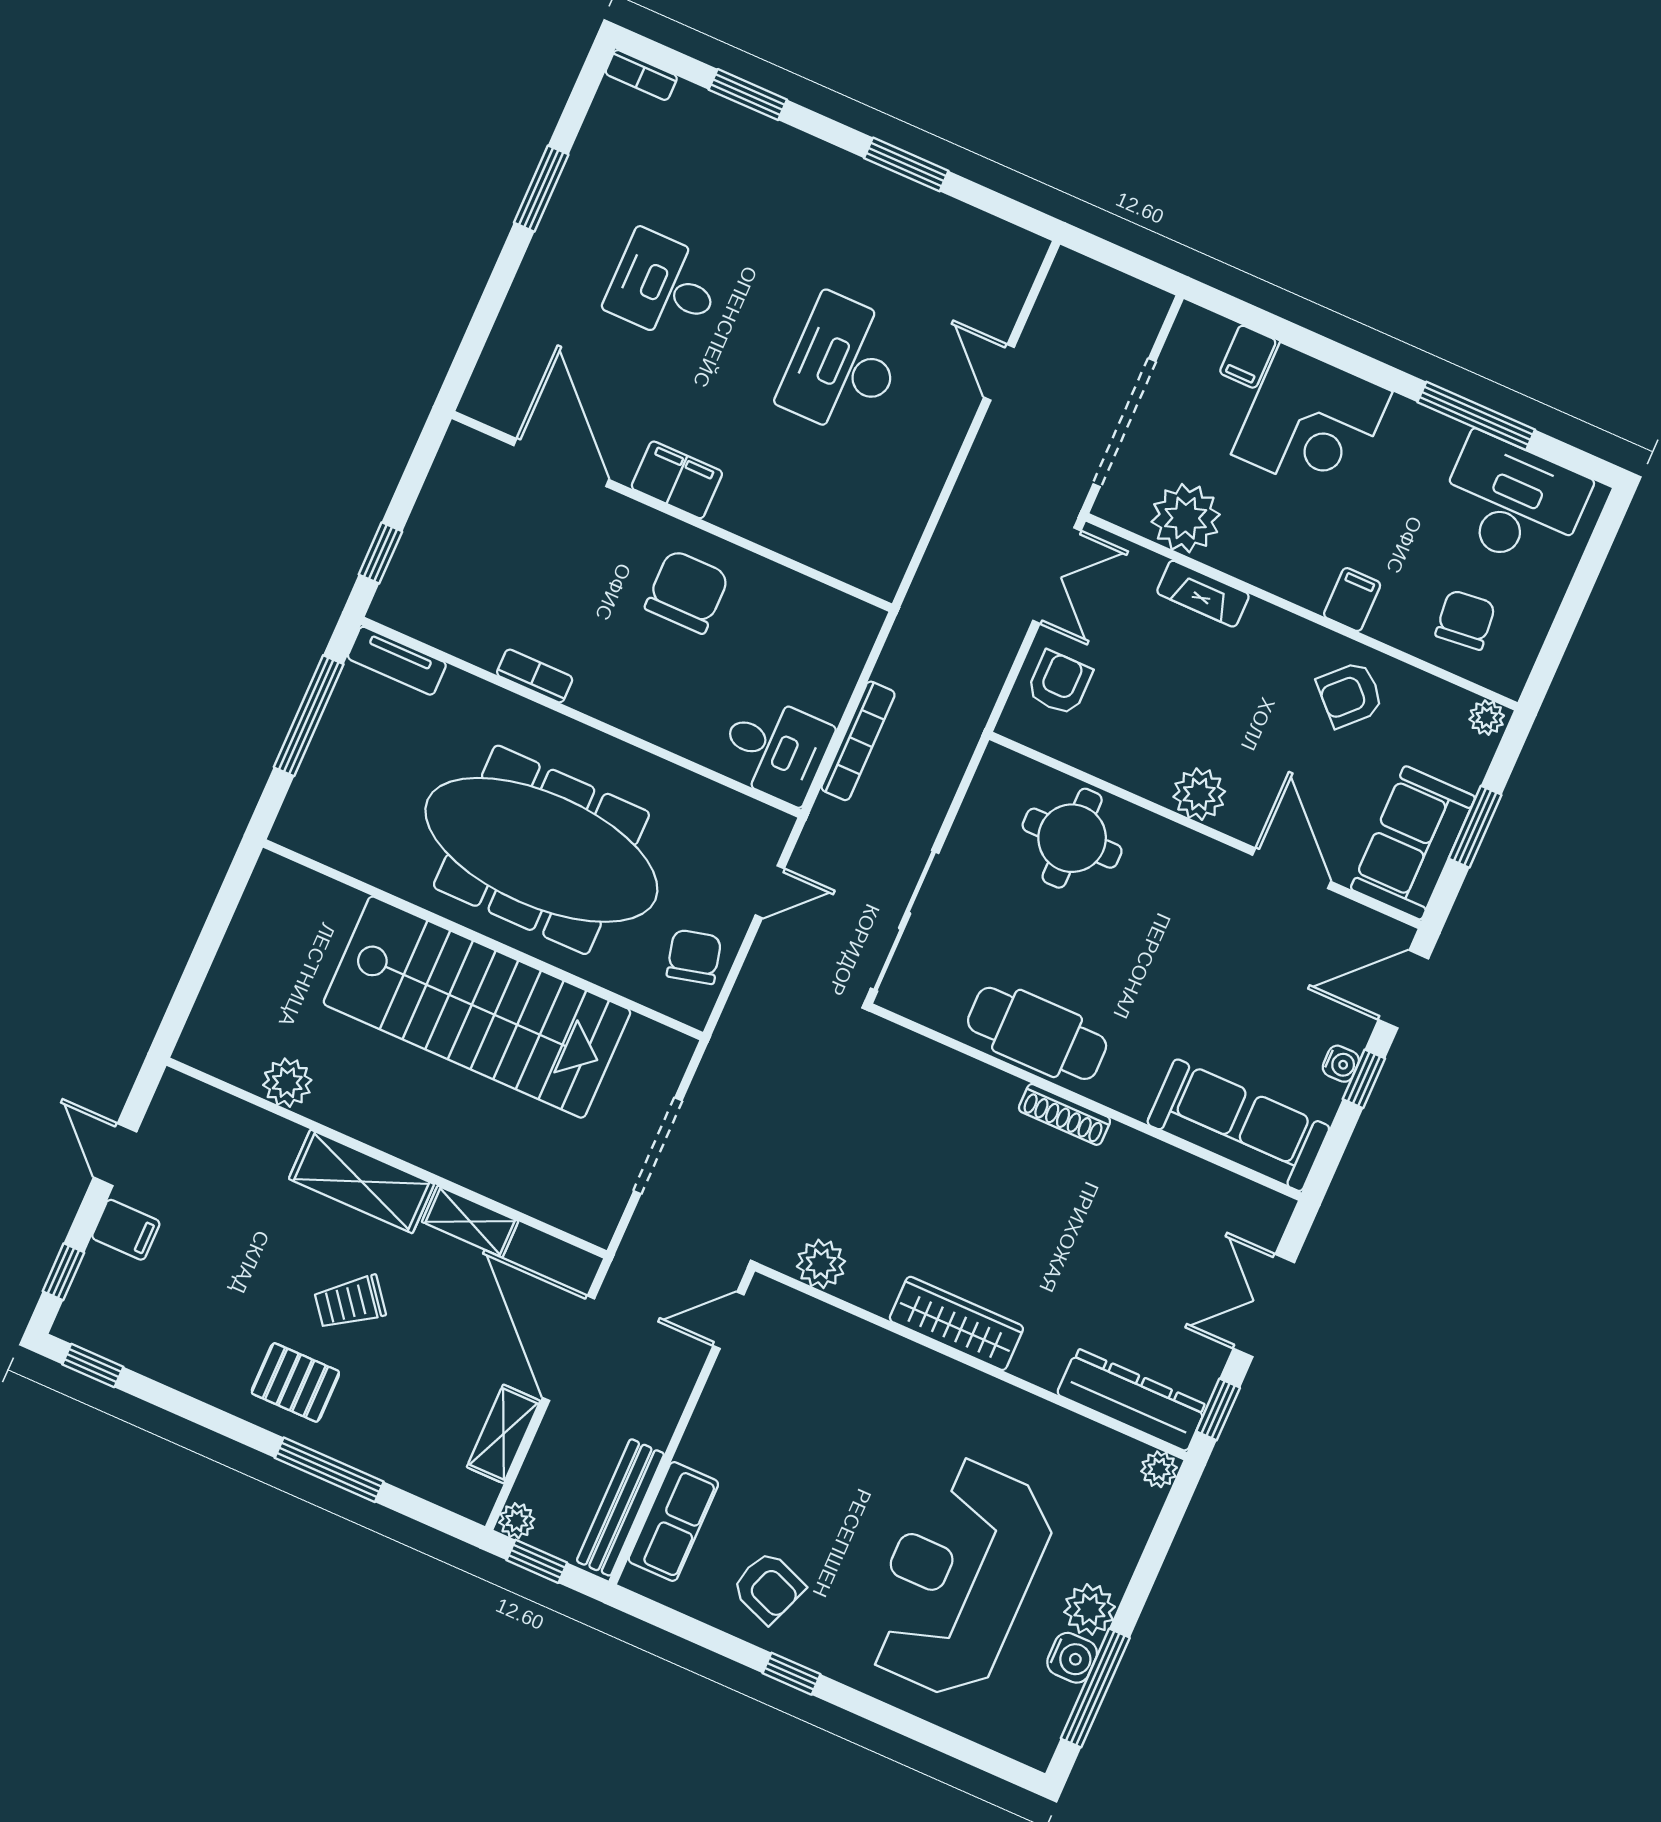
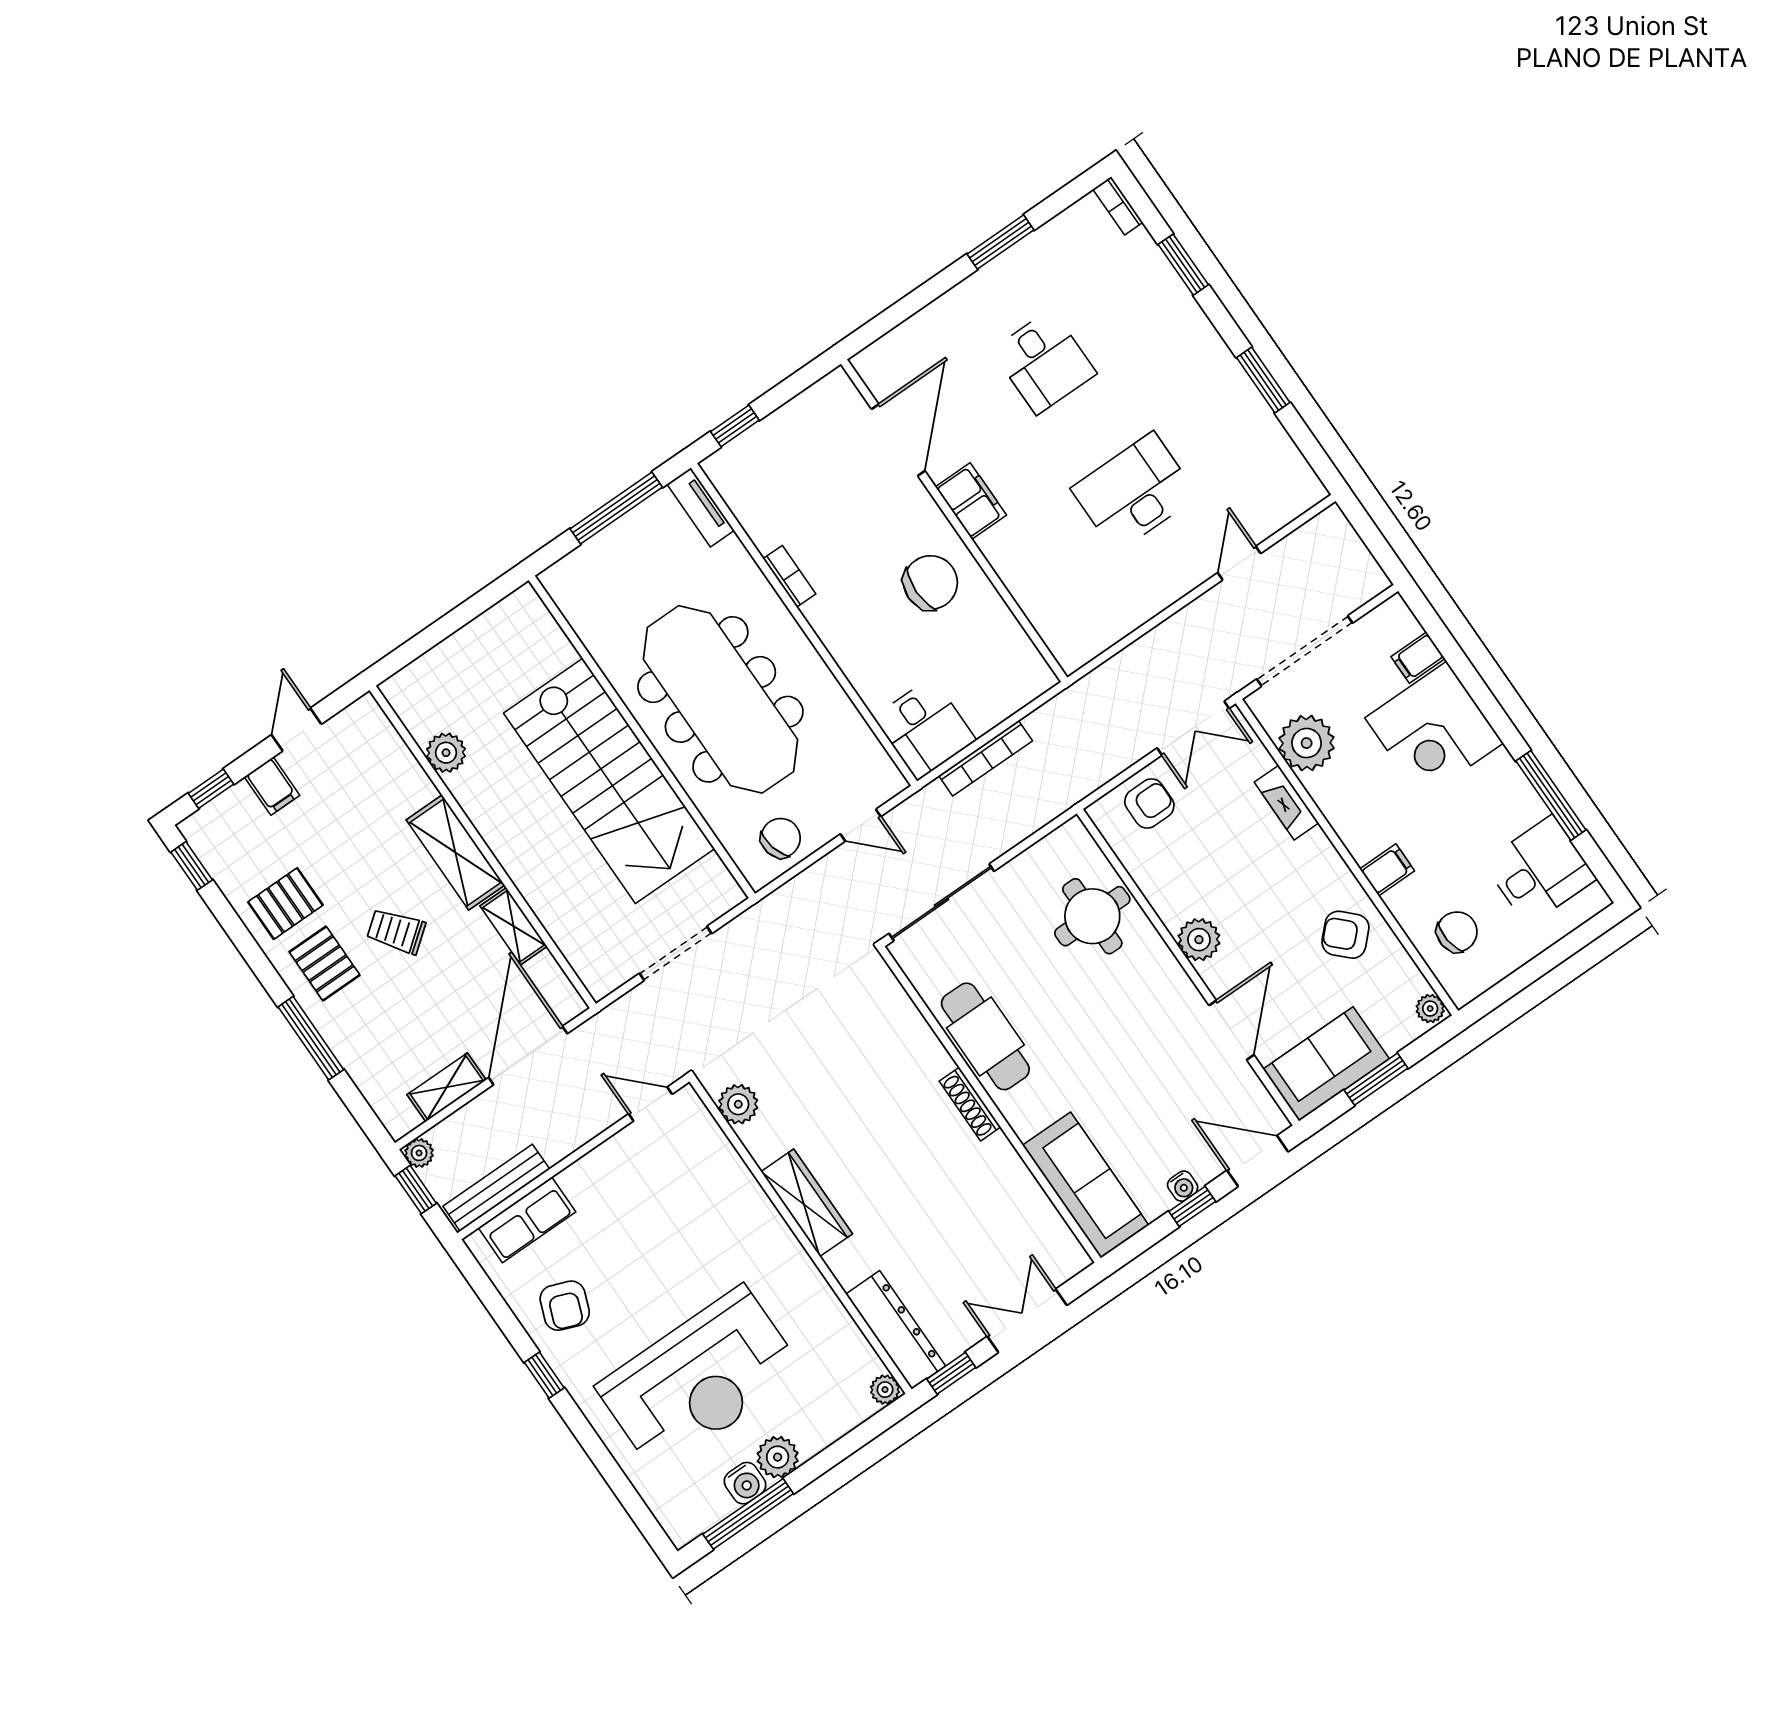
desk: (664, 286) -> (1044, 362), turned 180
desk: (1513, 502) -> (1540, 871), width x0.73
pallet: (216, 1345) -> (285, 904), added
reception desk: (958, 1578) -> (700, 1379), turned 180

